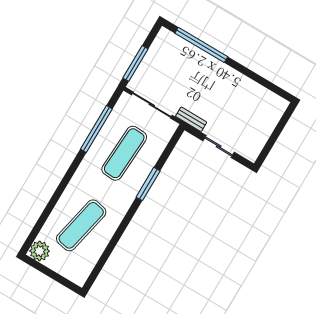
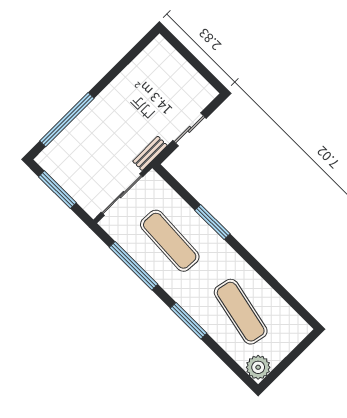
window: (135, 63) -> (57, 190), moved
window: (63, 185) -> (188, 321), added

